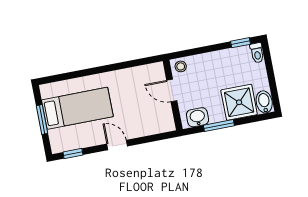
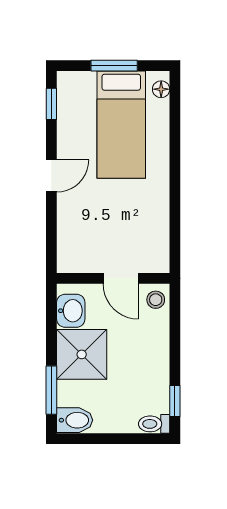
floor lamp: (51, 88) -> (161, 89), added
door: (172, 90) -> (121, 278), swing flipped
shower: (239, 102) -> (82, 354), moved
window: (219, 125) -> (51, 390), moved

